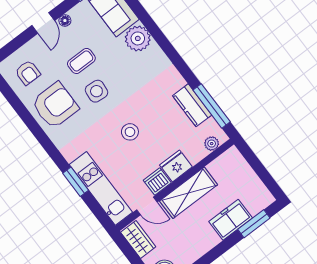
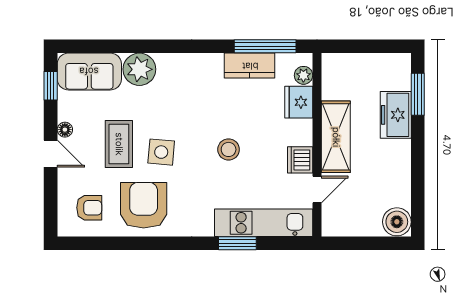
coffee table: (81, 61) -> (119, 144), width x1.36, depth x1.30
fridge: (176, 166) -> (299, 102), moved
wardrobe: (138, 240) -> (344, 224), removed

